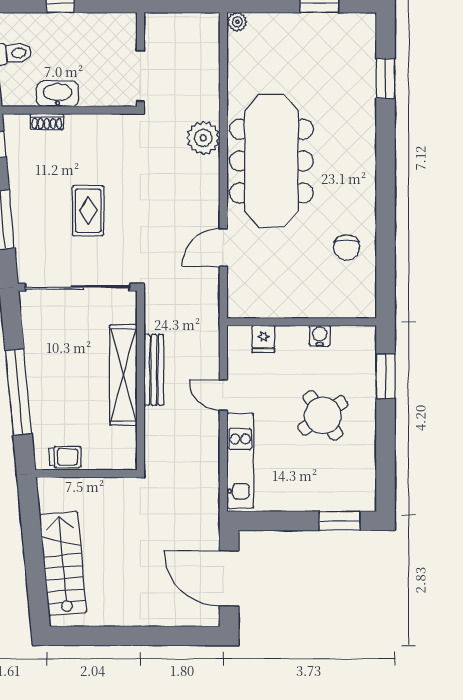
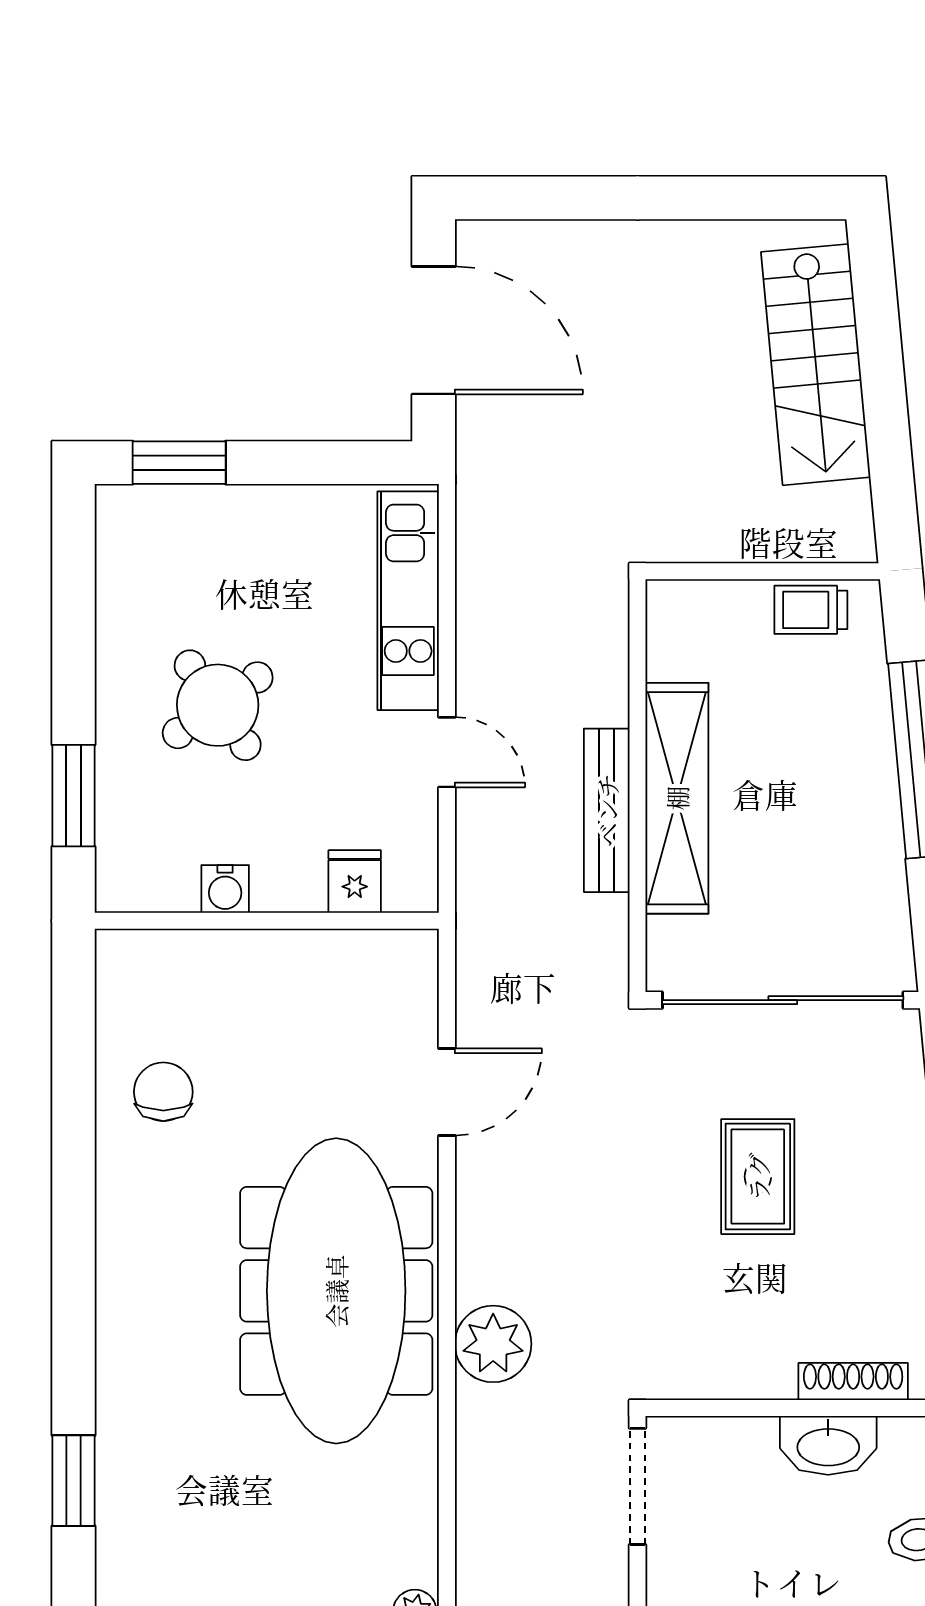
shoe rack: (47, 122) -> (853, 1381), width x1.43

